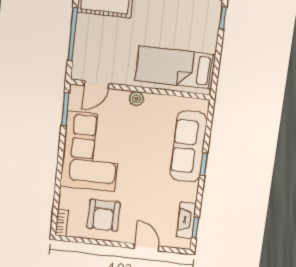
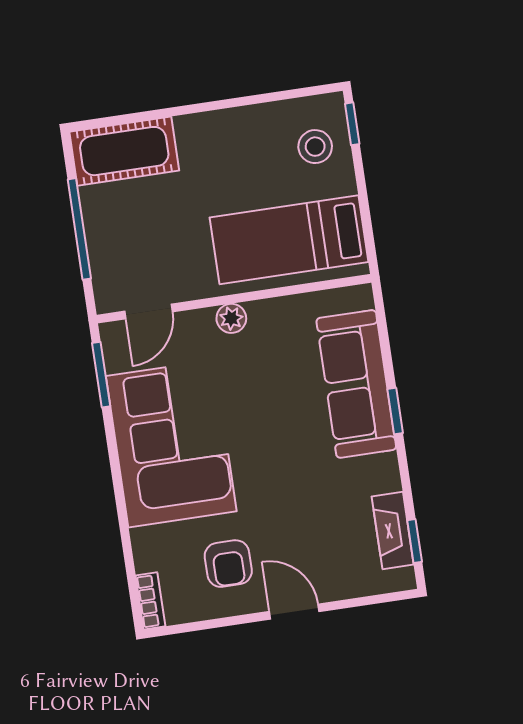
stool: (201, 24) -> (315, 147), added
armchair: (104, 215) -> (228, 564), width x0.72, depth x0.72
door: (147, 247) -> (294, 612), moved

